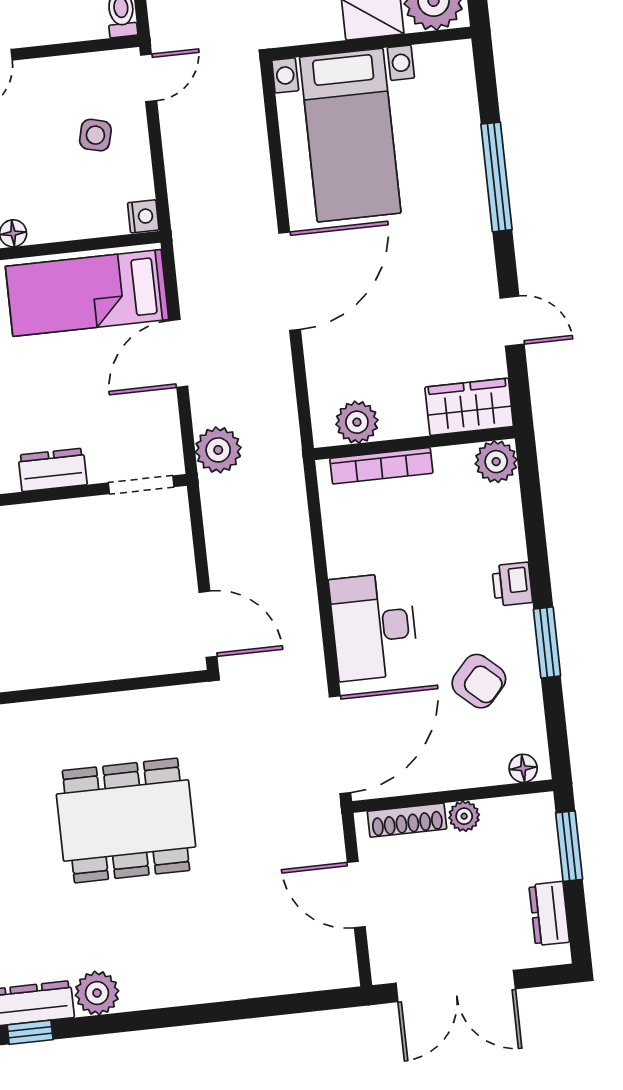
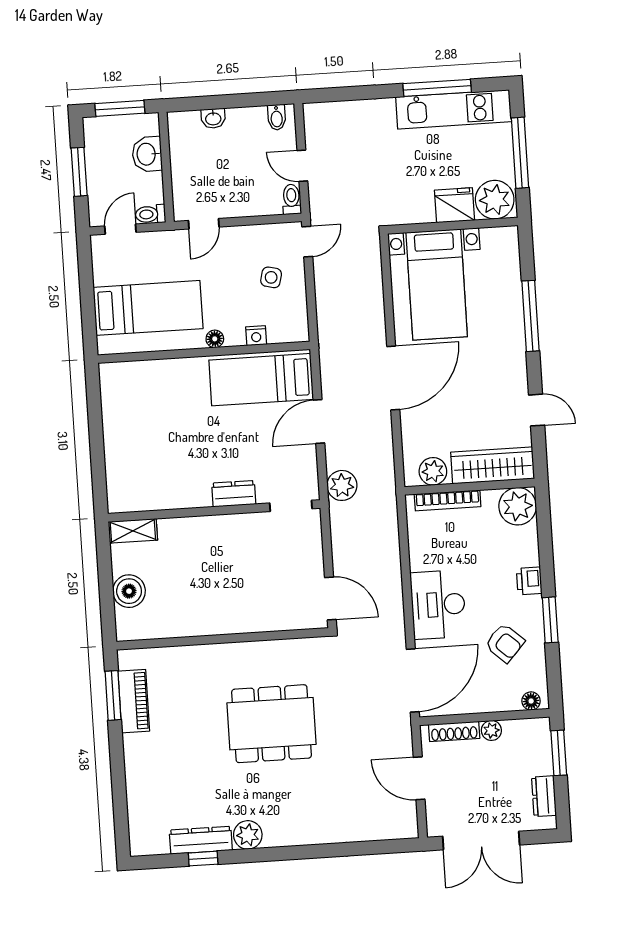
nightstand: (143, 216) -> (256, 336), moved, turned 90
wardrobe: (469, 407) -> (493, 465), width x1.50
plant: (496, 462) -> (518, 506), width x1.36, depth x1.36

